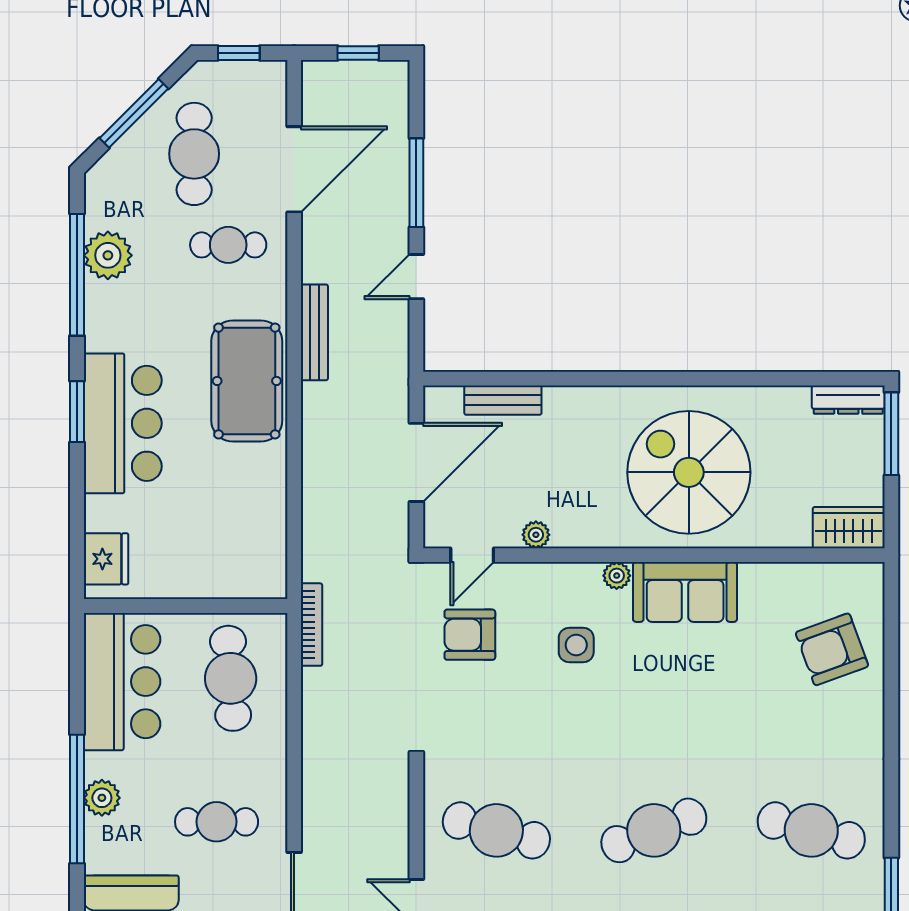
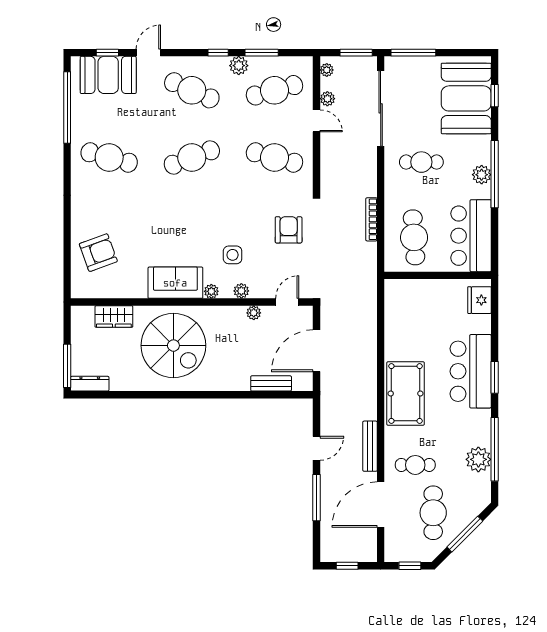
bench: (314, 332) -> (370, 446), moved
wardrobe: (849, 528) -> (114, 317), moved
plant: (560, 576) -> (241, 291), added
bookcase: (312, 625) -> (372, 219), moved
armchair: (470, 635) -> (289, 230), moved, turned -90

